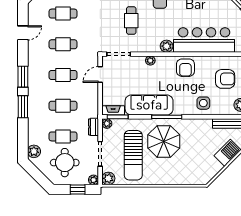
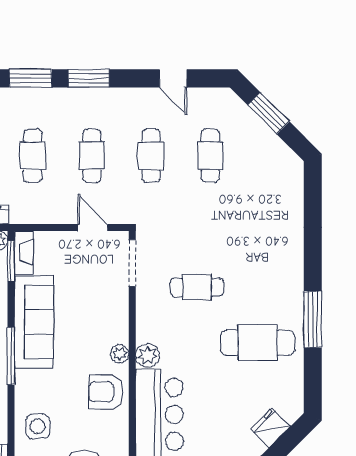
plant: (150, 61) -> (120, 354), moved

